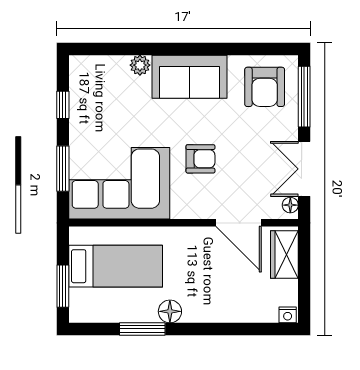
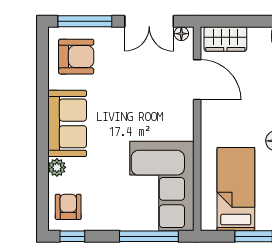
window: (63, 105) -> (72, 236), moved
armchair: (200, 159) -> (68, 207), moved
window: (63, 169) -> (149, 236), width x1.44
door: (239, 223) -> (197, 80), hinge flipped

